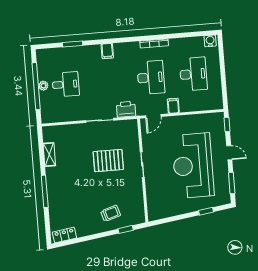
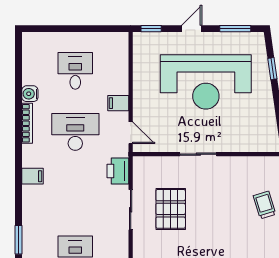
water cooler: (210, 41) -> (30, 94), moved
filing cabinet: (107, 51) -> (33, 176), moved
desk: (193, 74) -> (75, 71), width x0.73
pallet: (108, 161) -> (171, 209), moved

